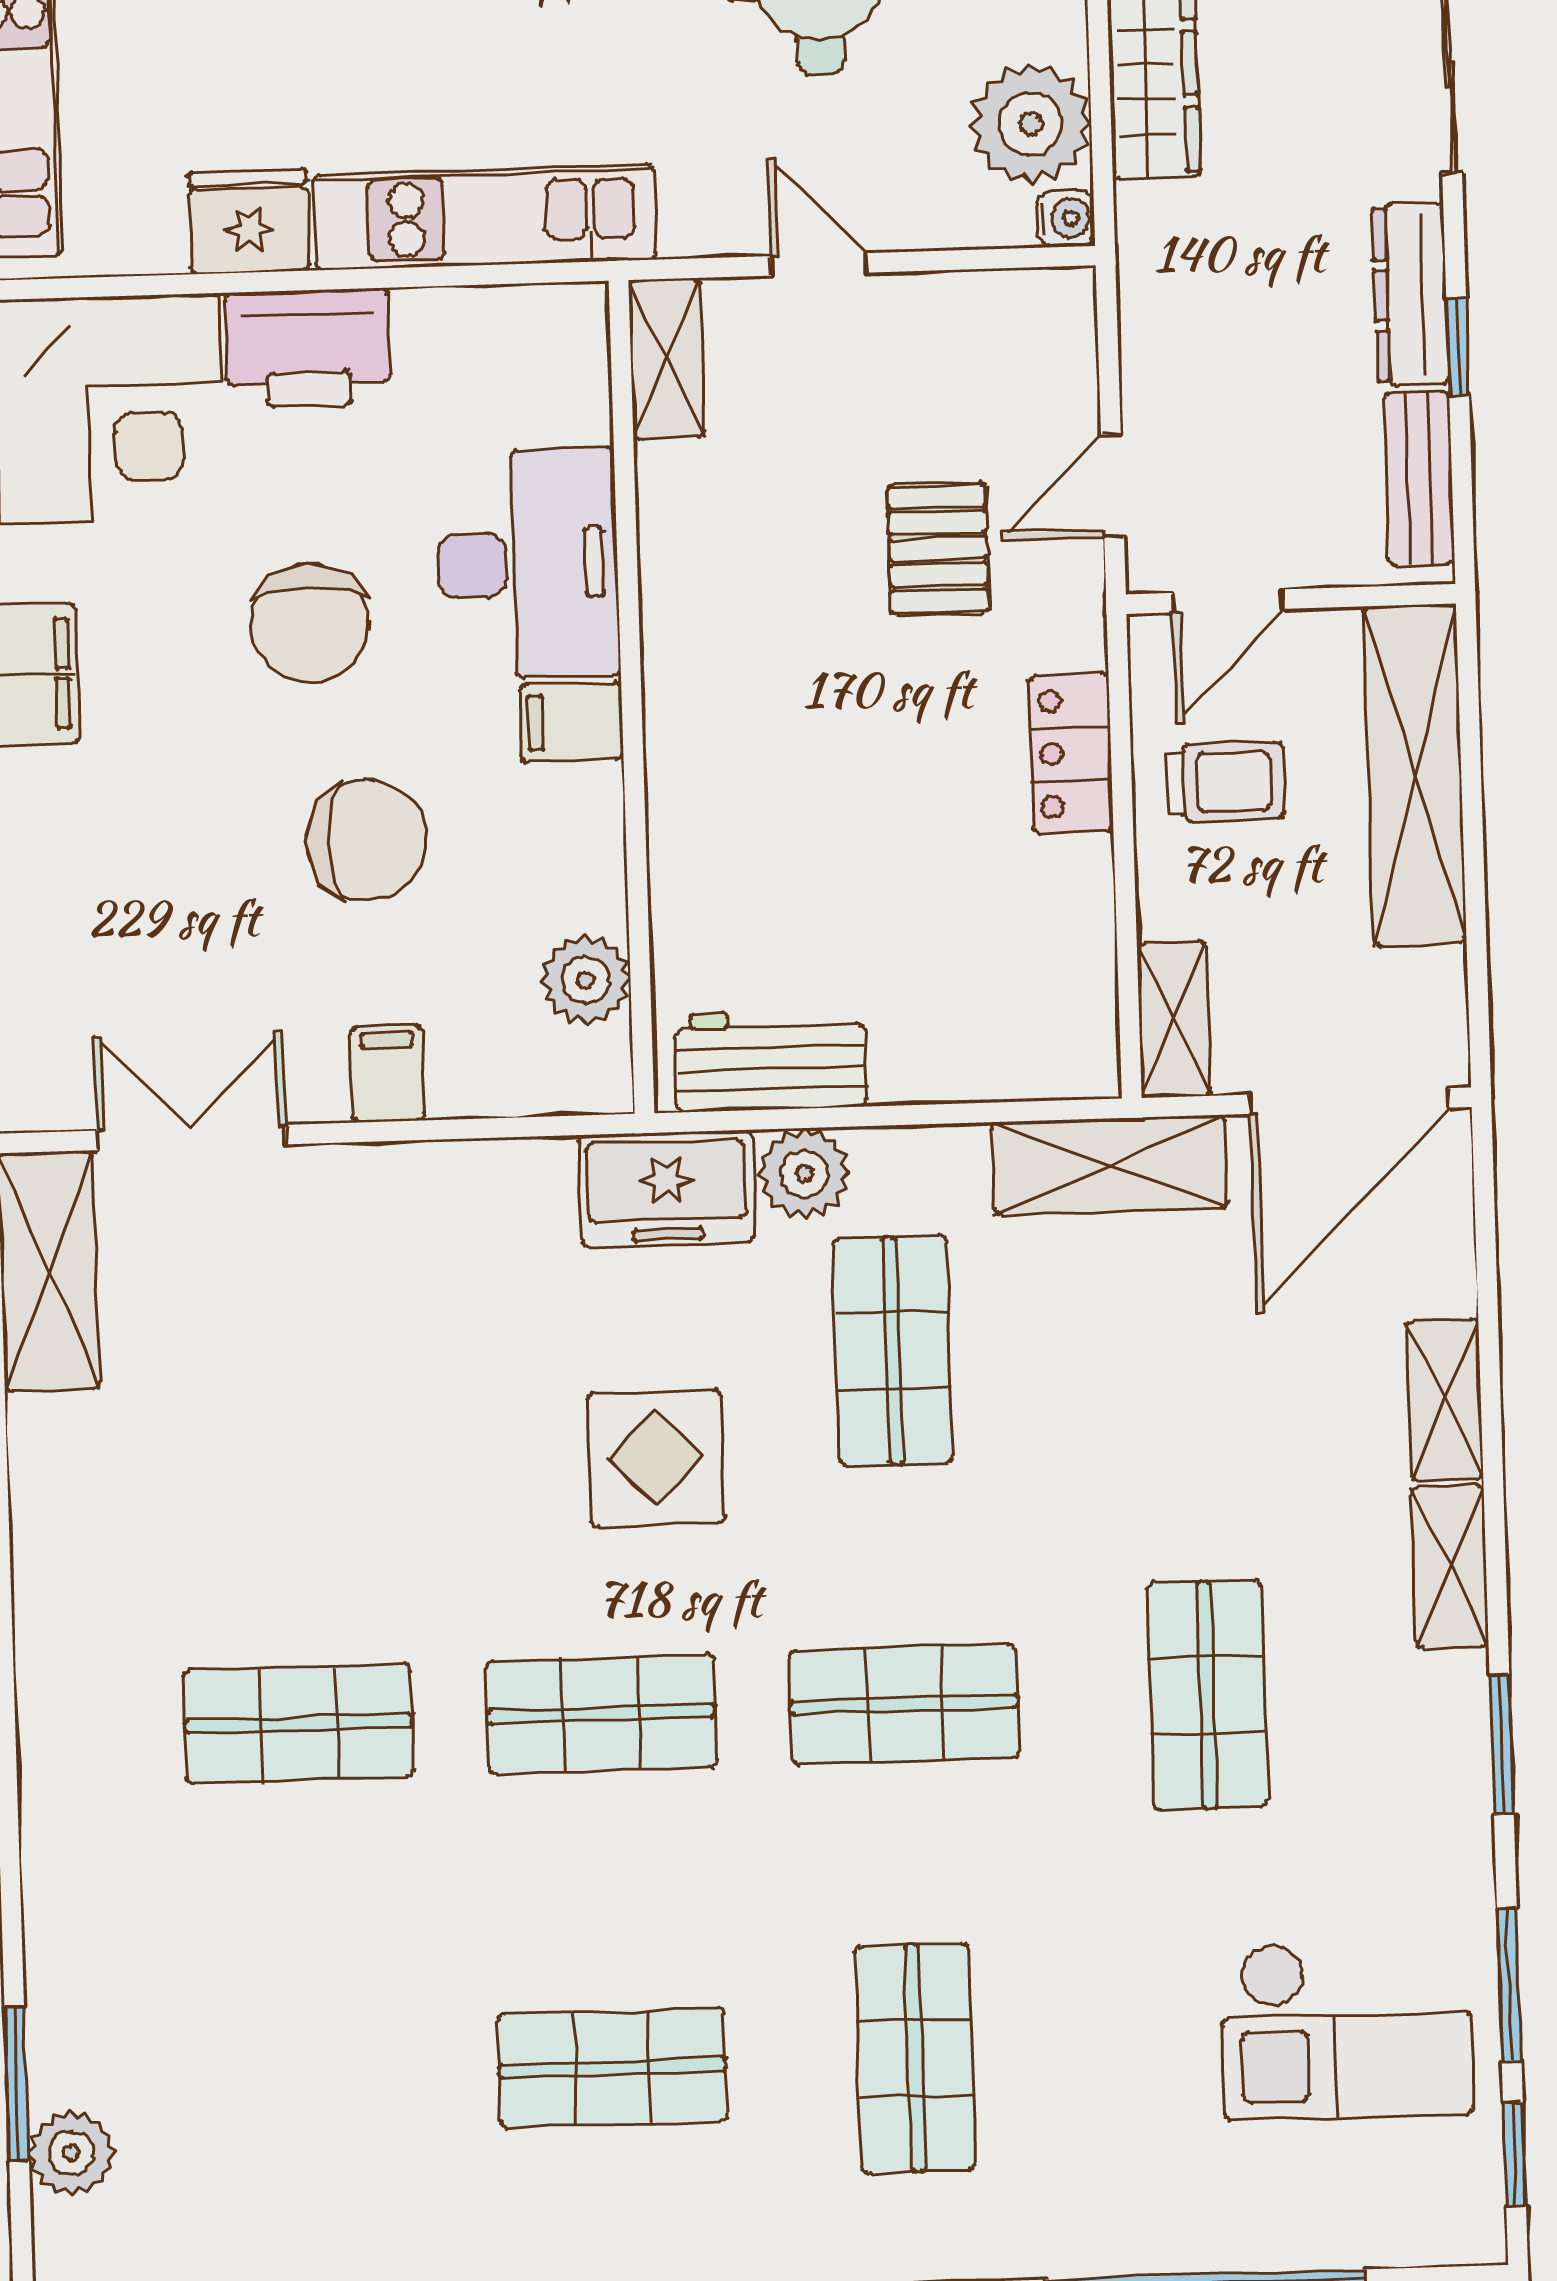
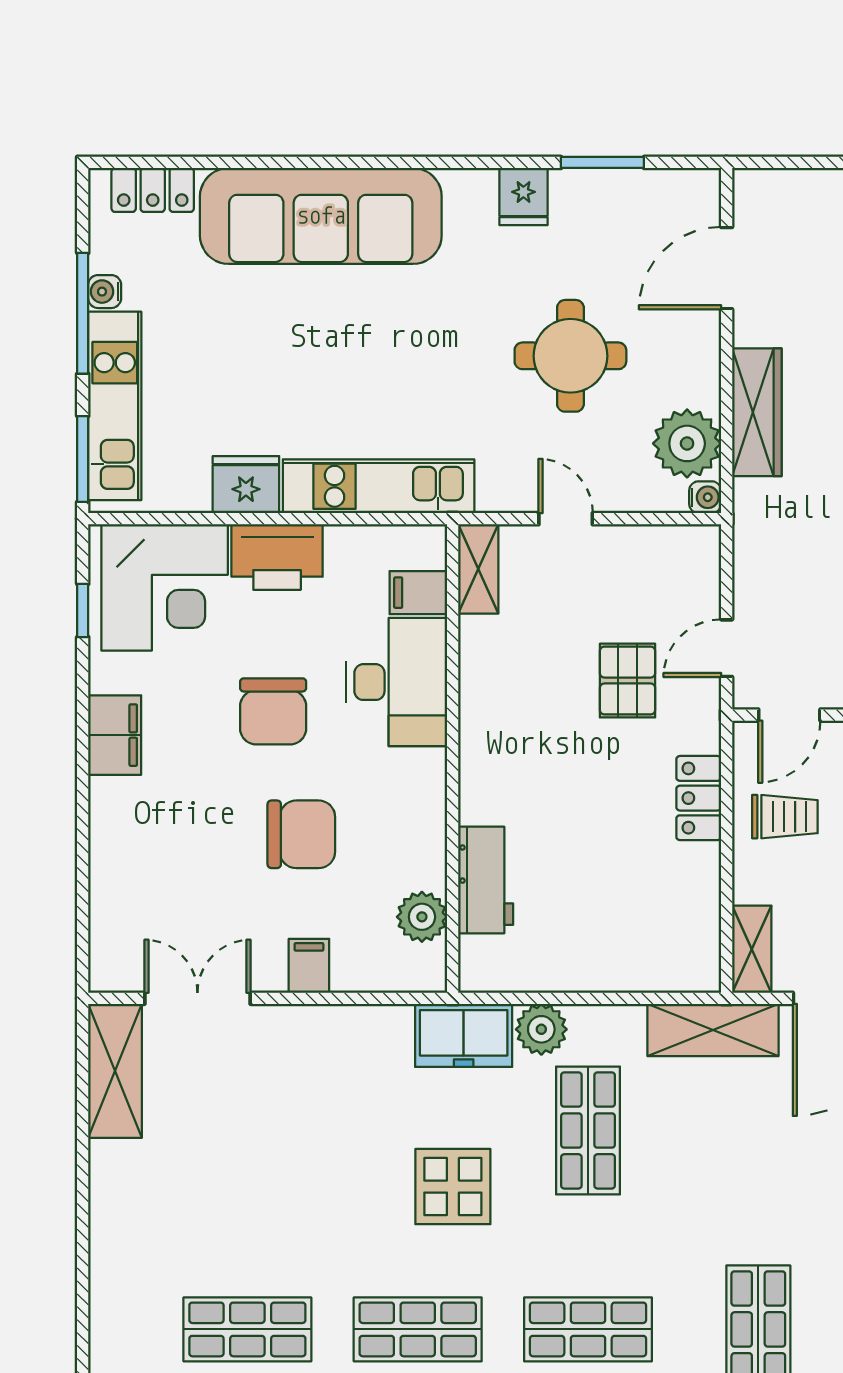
filing cabinet: (571, 722) -> (418, 593), moved
workbench: (771, 1061) -> (486, 880), moved, turned 90

